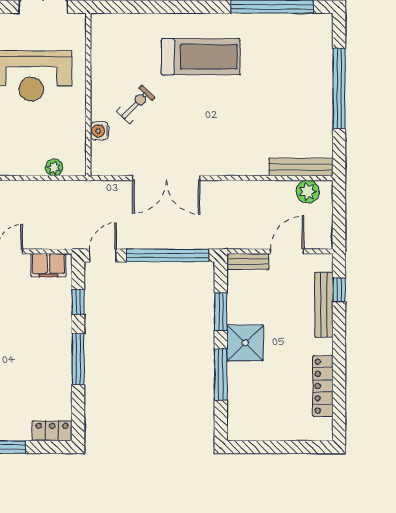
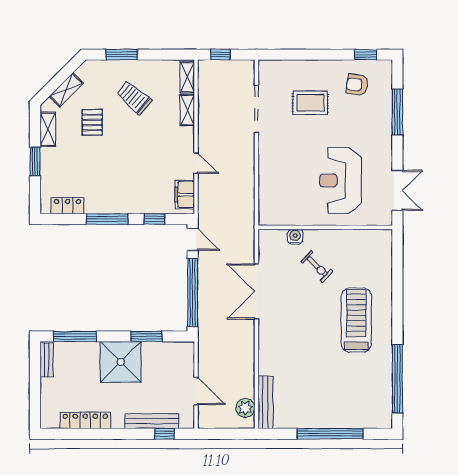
treadmill: (201, 57) -> (356, 320), turned 180
plant: (54, 167) -> (265, 199), removed
bench: (248, 261) -> (47, 360), moved
shower: (245, 343) -> (121, 362), width x1.37, depth x1.37
window: (221, 374) -> (75, 336), moved
locker: (52, 431) -> (67, 206), moved, turned -90

